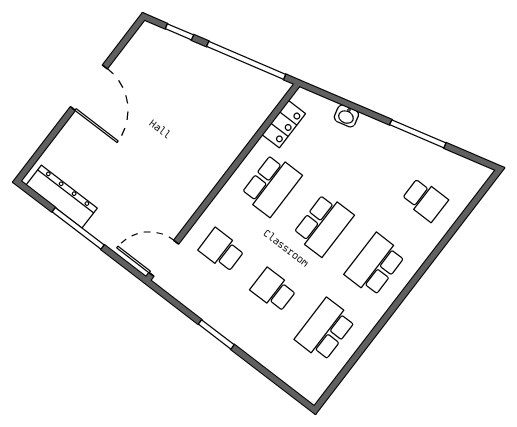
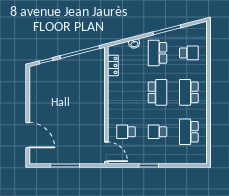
door: (89, 88) -> (28, 135), moved
school desk: (271, 185) -> (157, 53), moved, turned 180
dresser: (62, 197) -> (49, 158), removed
door: (164, 258) -> (106, 152), swing flipped

